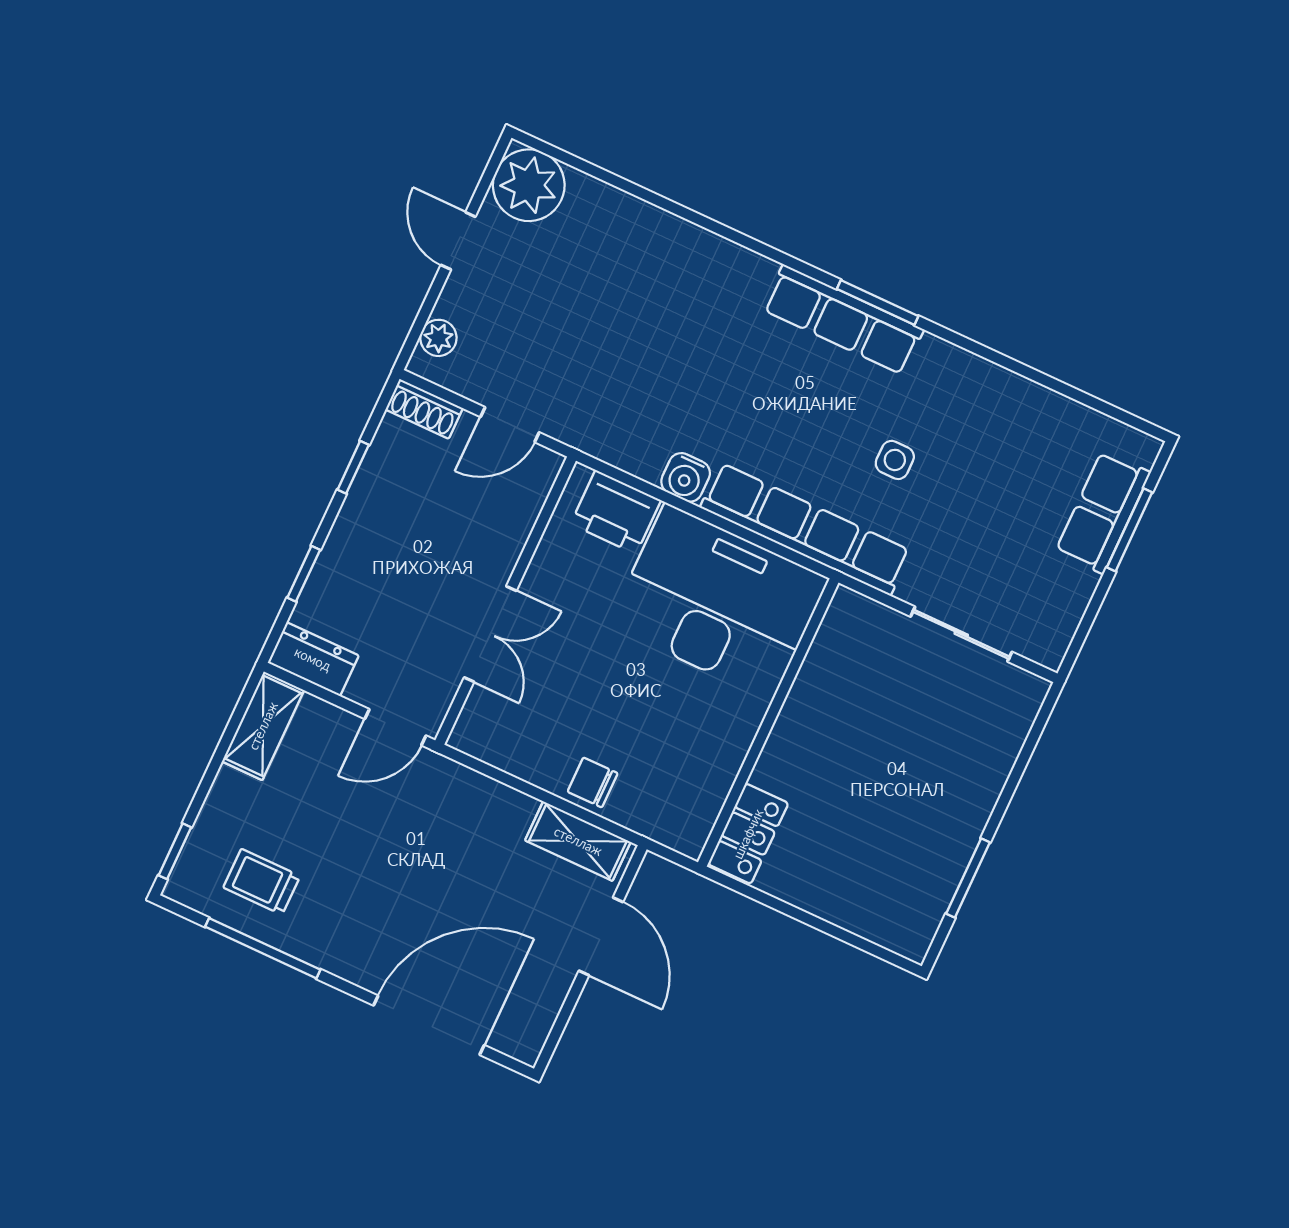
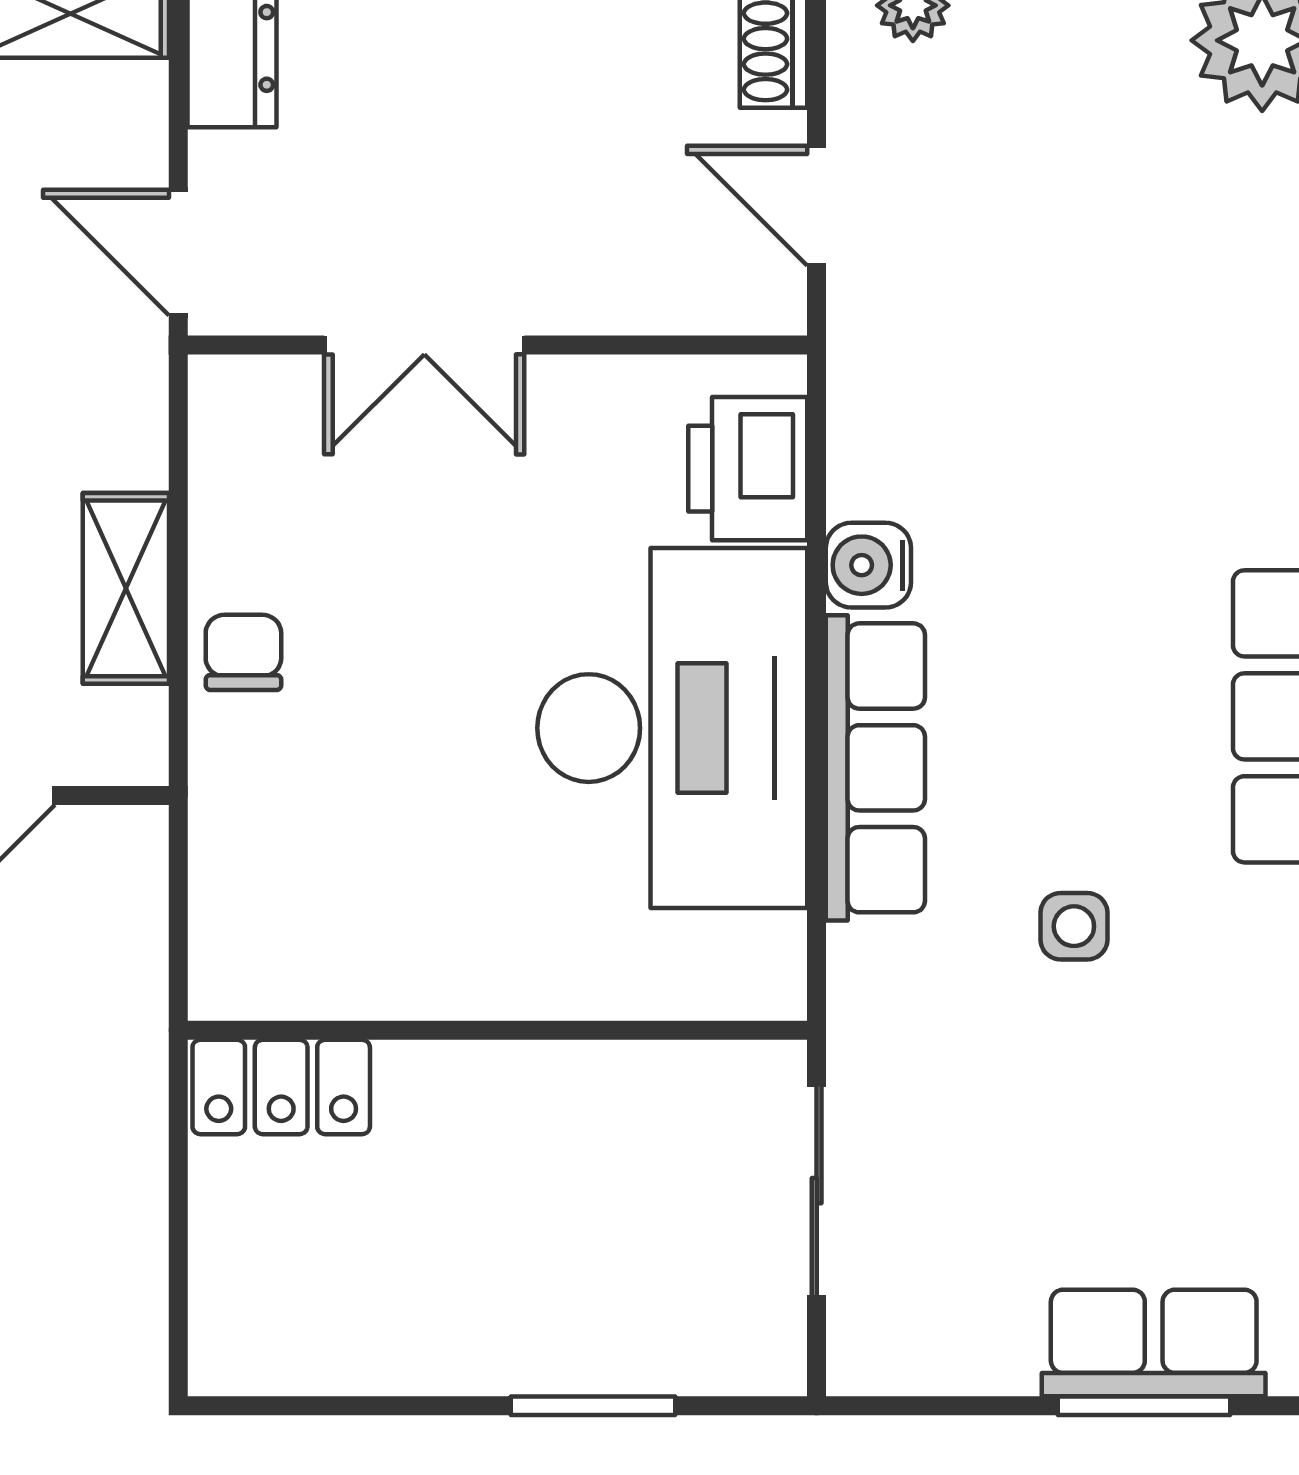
row of seats: (806, 529) -> (875, 768), width x0.73
wall: (768, 722) -> (497, 1030), moved
locker: (748, 834) -> (281, 1087), moved
shelving: (578, 841) -> (126, 588), moved
window: (968, 878) -> (593, 1406), moved

